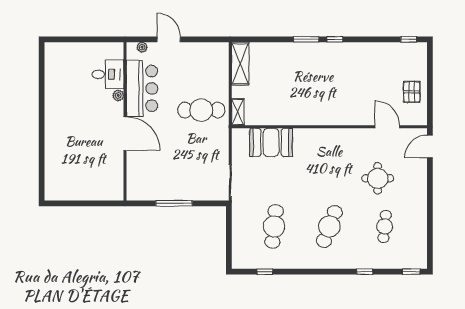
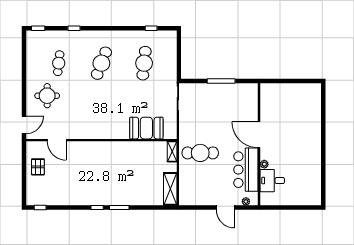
round table: (378, 178) -> (47, 96), moved

